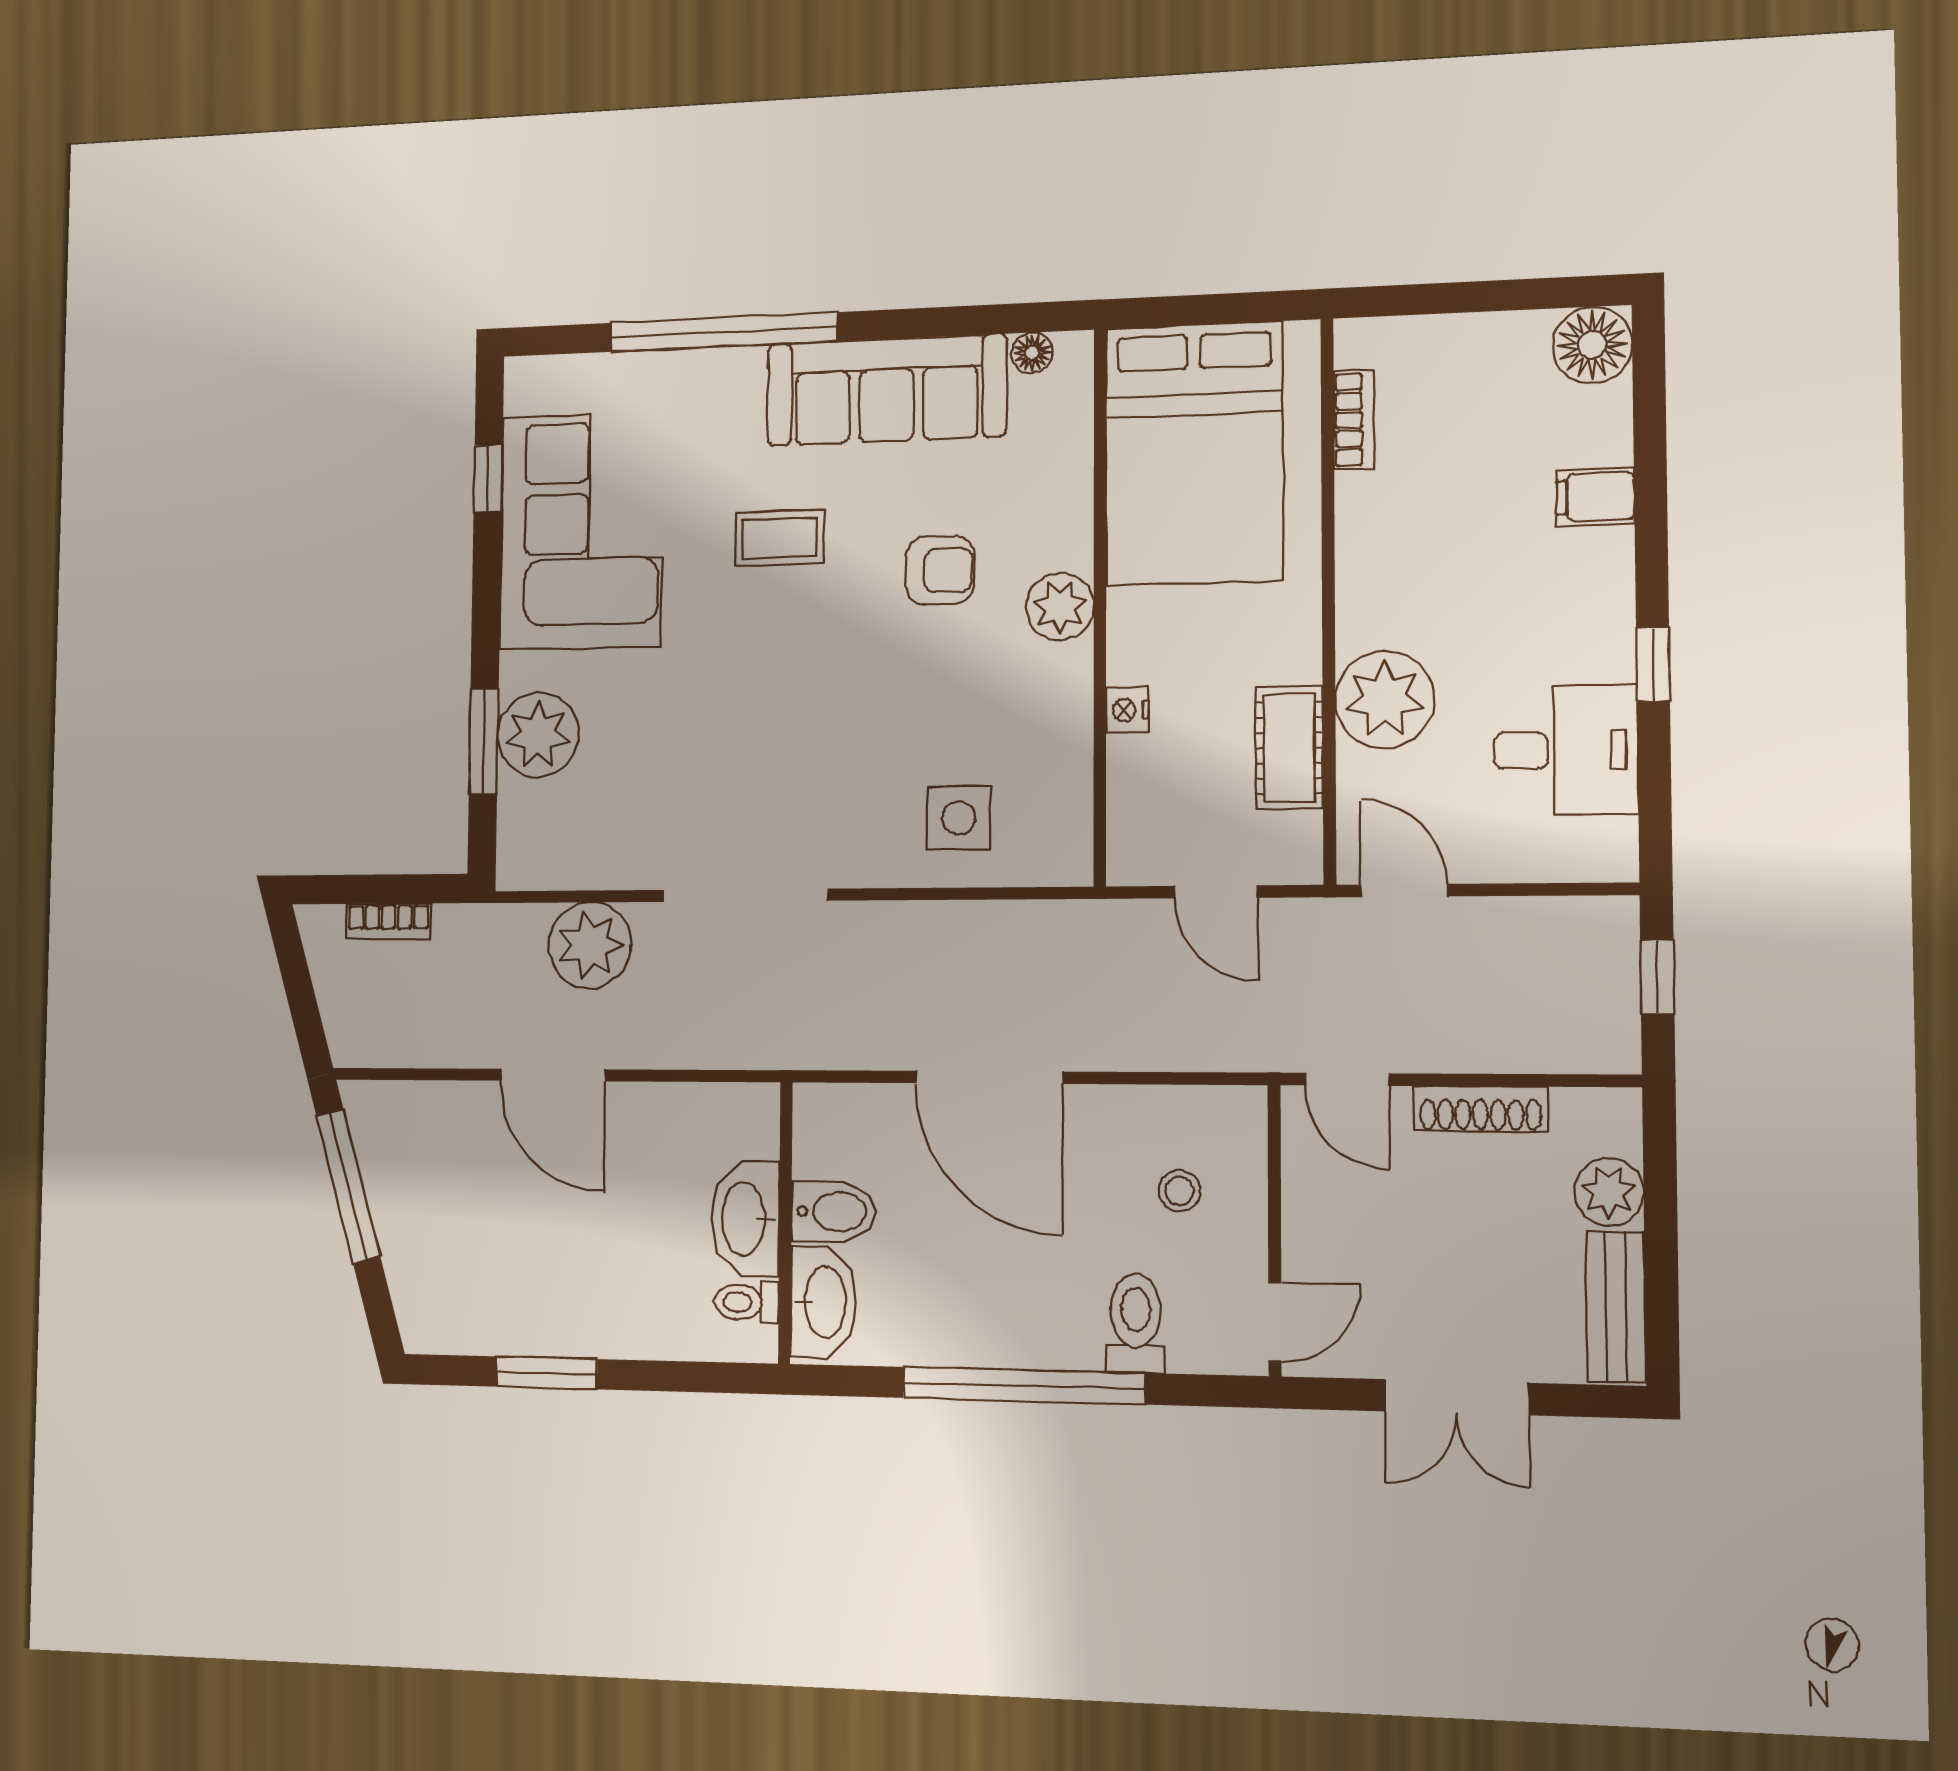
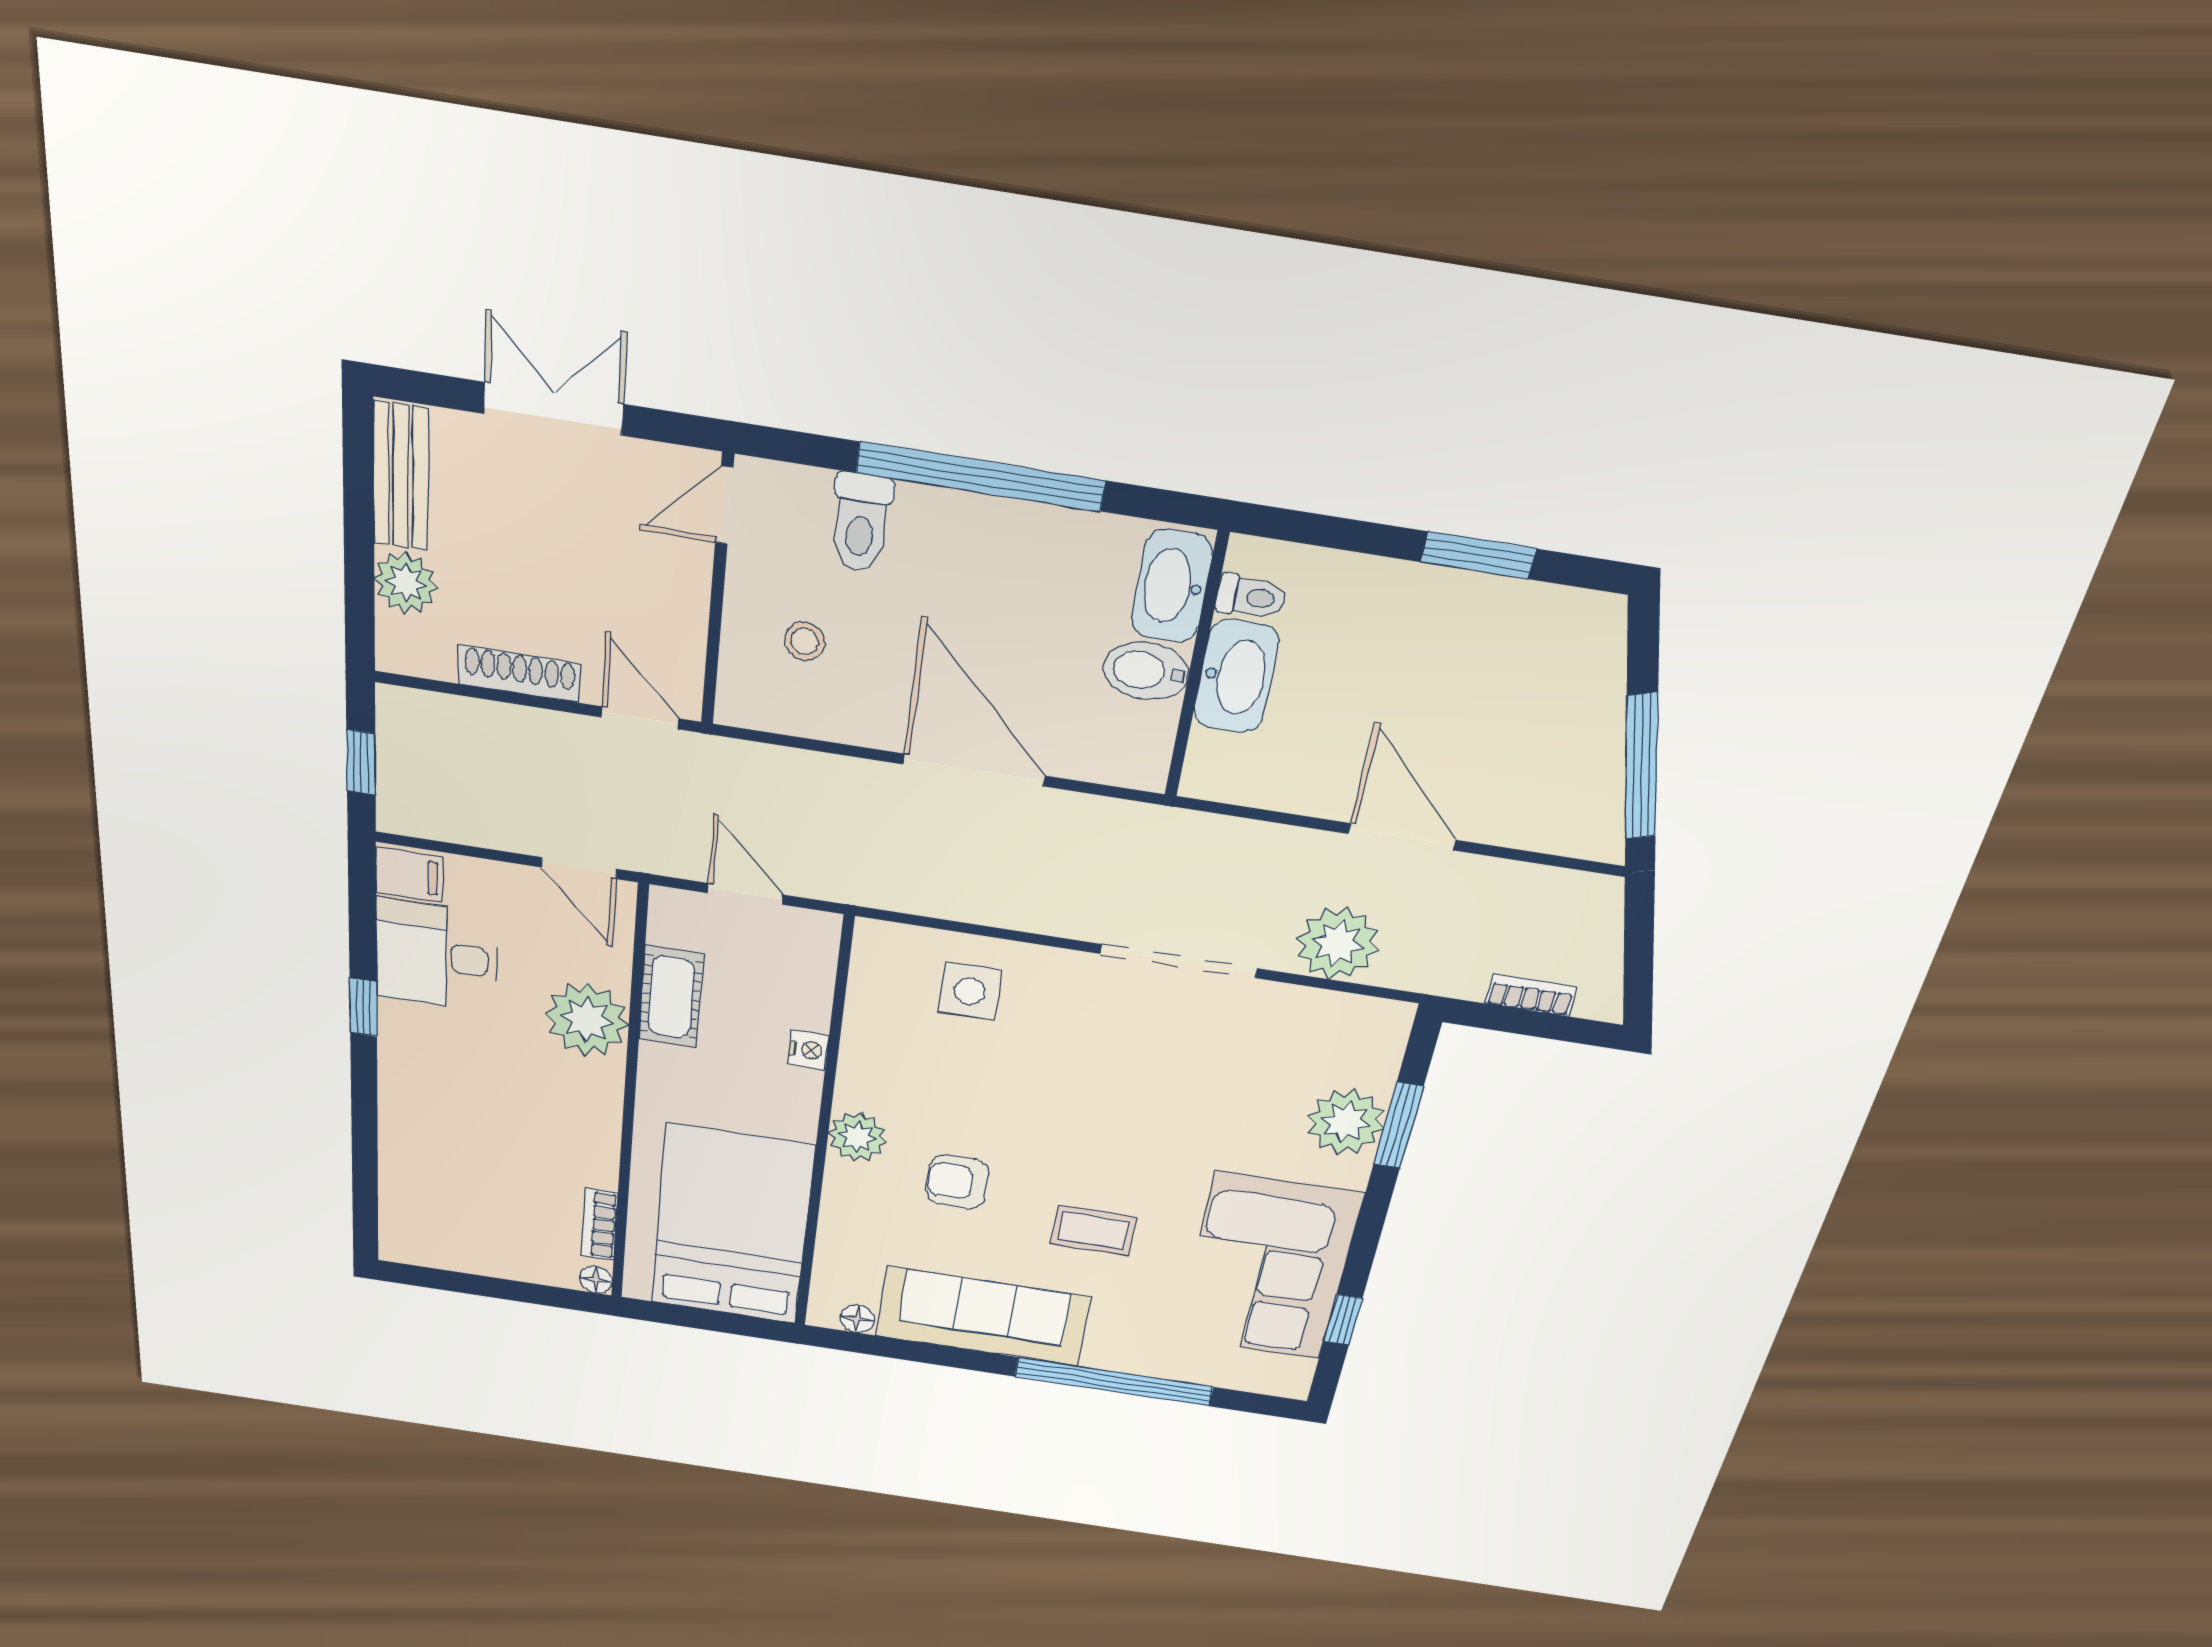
floor lamp: (1592, 345) -> (596, 1280), moved, width x0.53, depth x0.53
filing cabinet: (1595, 497) -> (409, 874), moved

